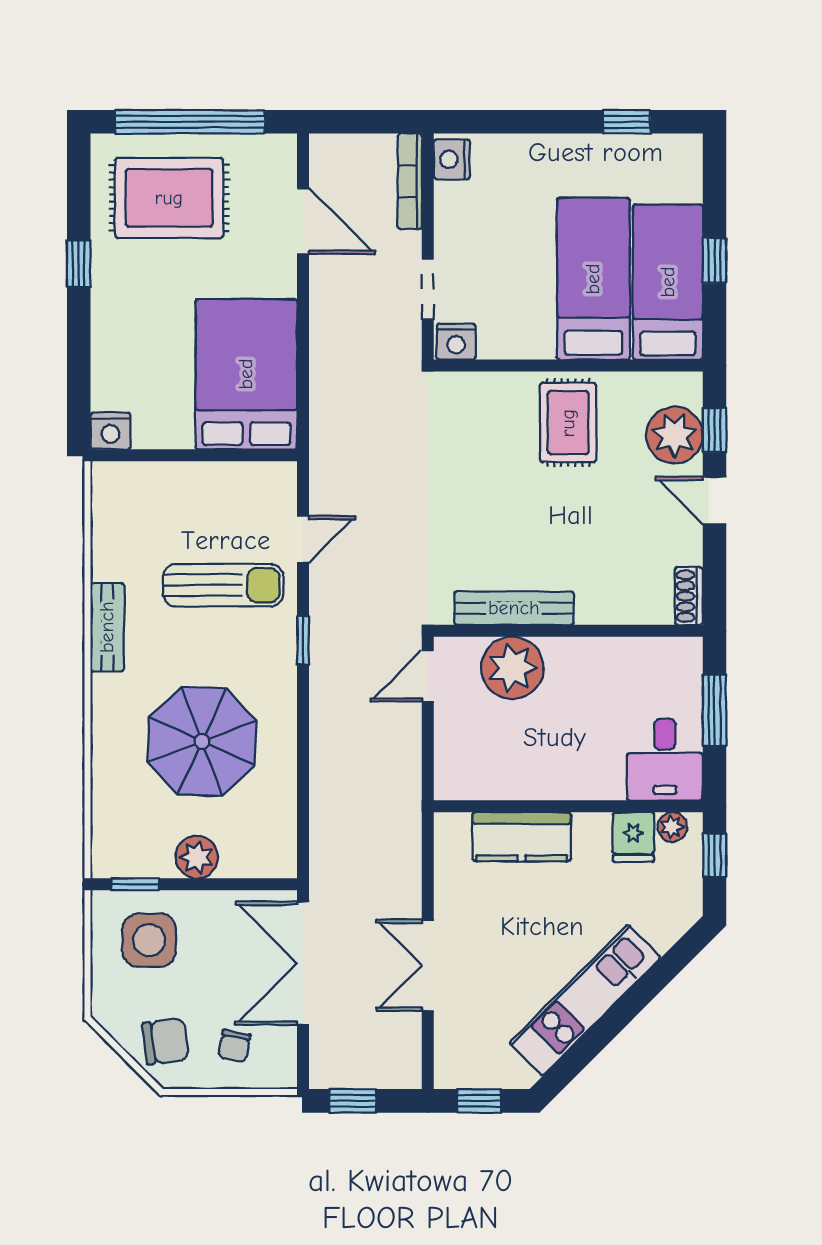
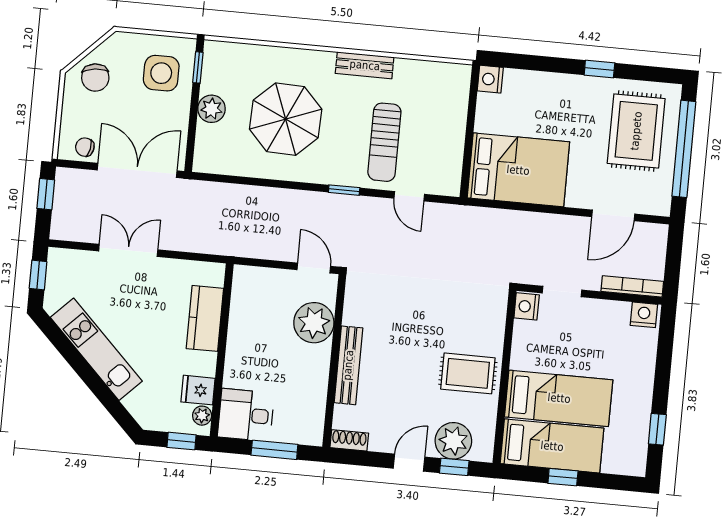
bench: (514, 608) -> (348, 365), moved
chair: (234, 1046) -> (85, 147), moved

